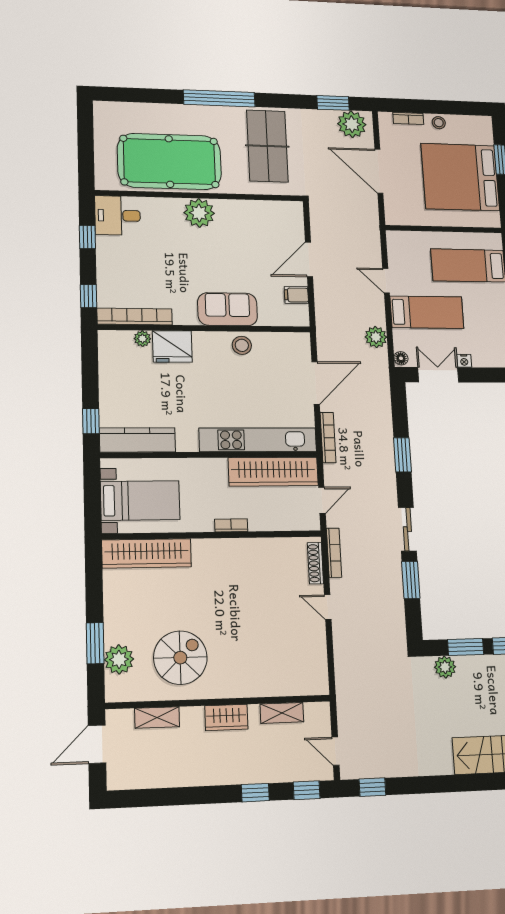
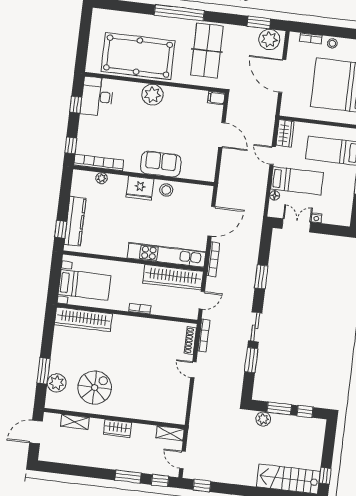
desk: (118, 216) -> (97, 97), width x1.37
wardrobe: (398, 249) -> (285, 133), added
door: (309, 260) -> (222, 135), swing flipped
filing cabinet: (296, 295) -> (216, 98), moved
plant: (376, 337) -> (258, 194), removed
fridge: (172, 347) -> (140, 188), moved
floor lamp: (401, 358) -> (275, 195), moved
kitchen counter: (137, 440) -> (75, 221), moved, turned 90
shelving: (282, 713) -> (170, 433), moved
window: (255, 793) -> (128, 477), width x1.50

